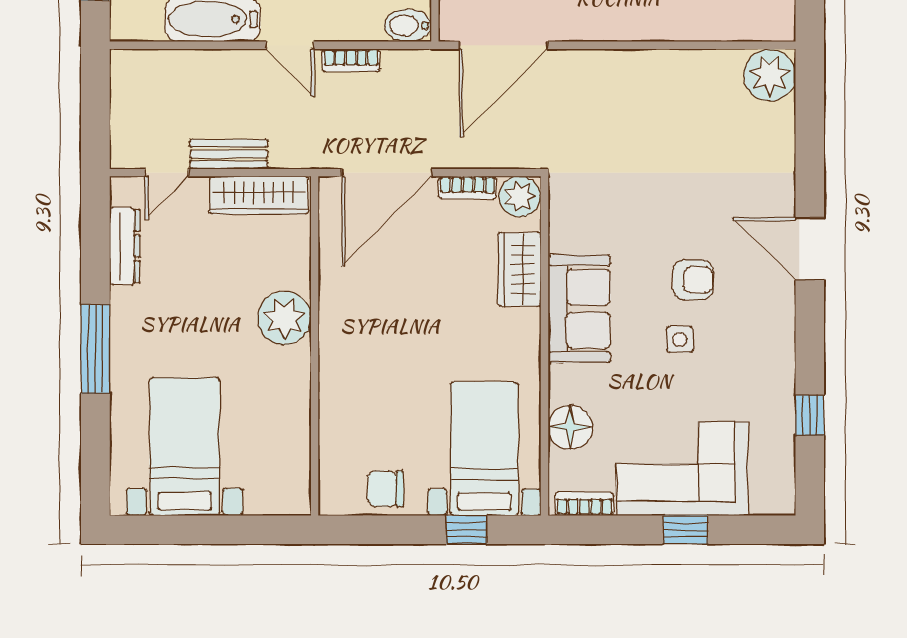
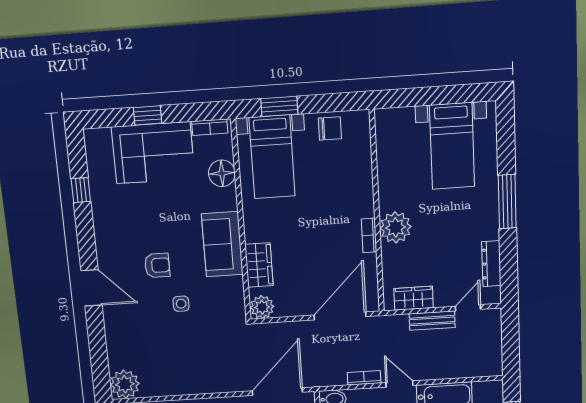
bookcase: (468, 188) -> (369, 235), moved, turned -90
wardrobe: (259, 195) -> (414, 298), width x0.67
armchair: (693, 280) -> (157, 265), turned 180
side table: (680, 339) -> (181, 304), moved
window: (467, 530) -> (279, 106), width x1.50

